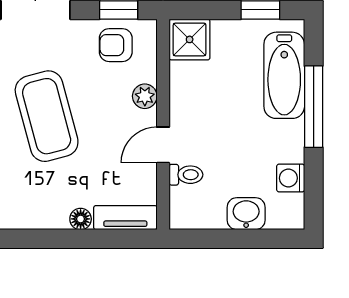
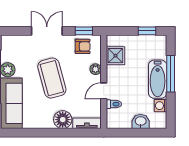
shower: (190, 39) -> (115, 56), moved
armchair: (116, 45) -> (83, 46), turned 180
bathtub: (284, 75) -> (158, 79), moved
floor lamp: (81, 219) -> (63, 120), width x1.89, depth x1.89

